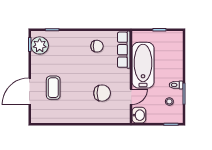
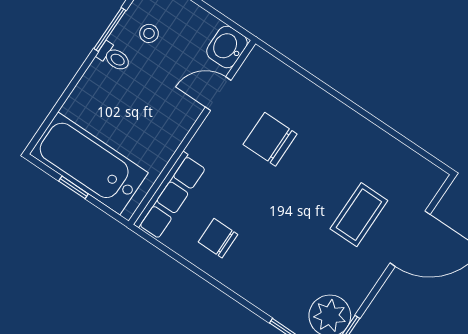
bathtub: (143, 65) -> (89, 163), moved, turned 90

